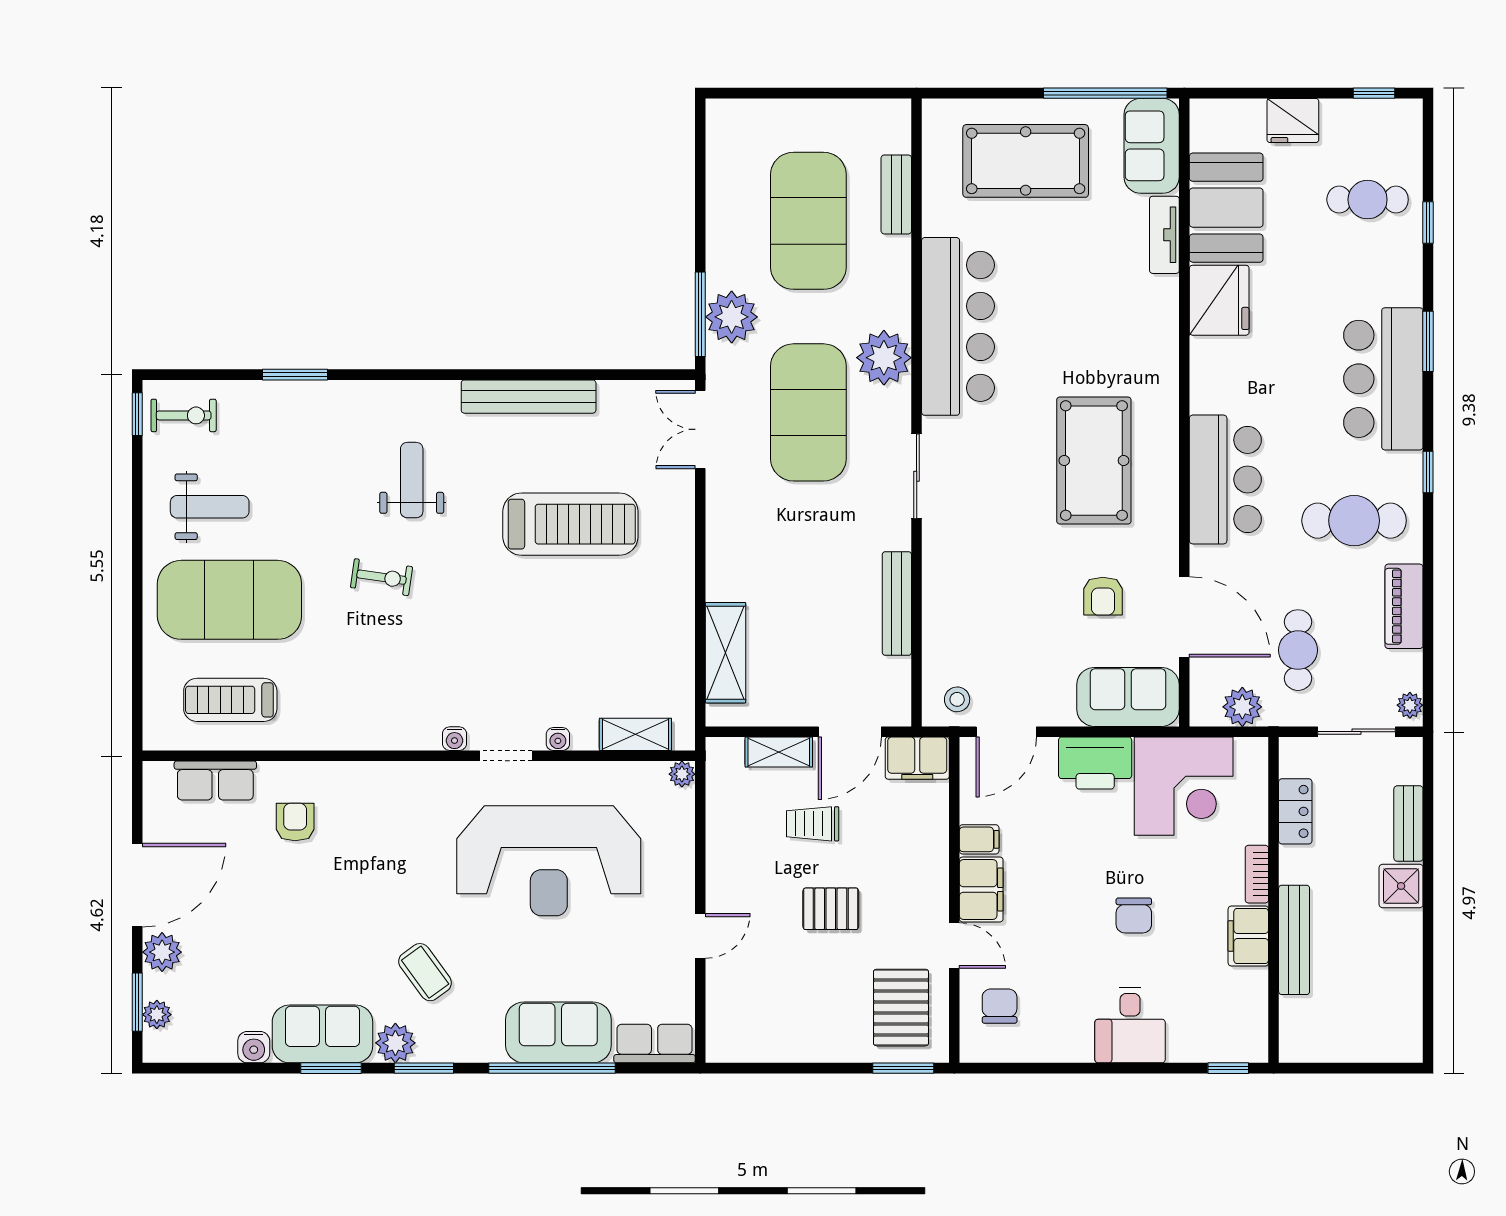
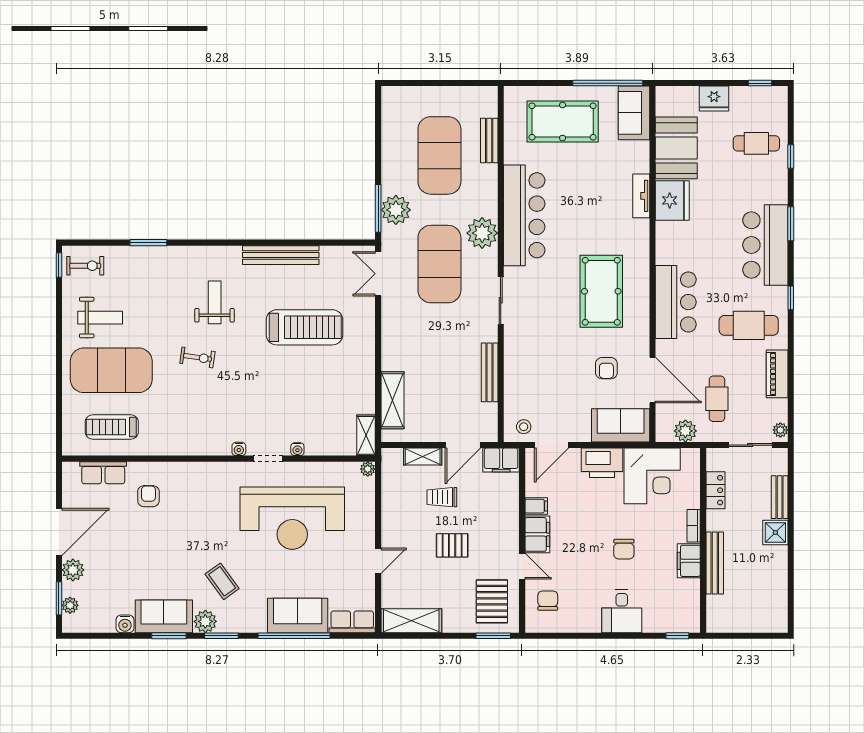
tv unit: (1164, 235) -> (641, 196), moved
shelving: (635, 734) -> (366, 435), moved, turned 90
shelving: (759, 1042) -> (411, 621), added

